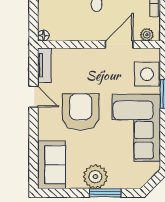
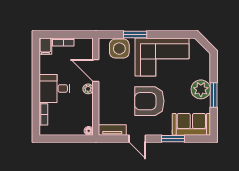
plant: (147, 35) -> (88, 89), moved
door: (34, 97) -> (137, 139), swing flipped
window: (34, 142) -> (173, 139), added
window: (105, 193) -> (214, 95), moved

